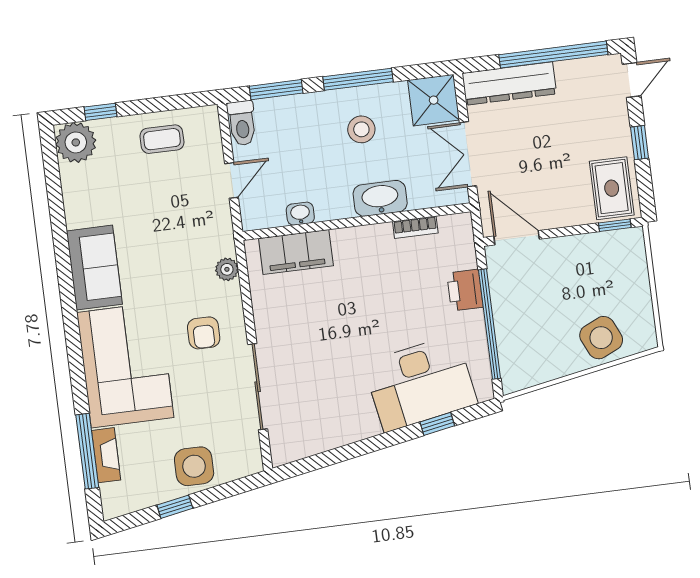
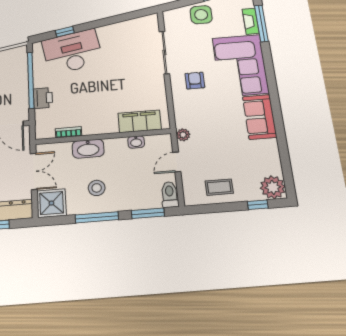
plant: (227, 269) -> (183, 135), moved

